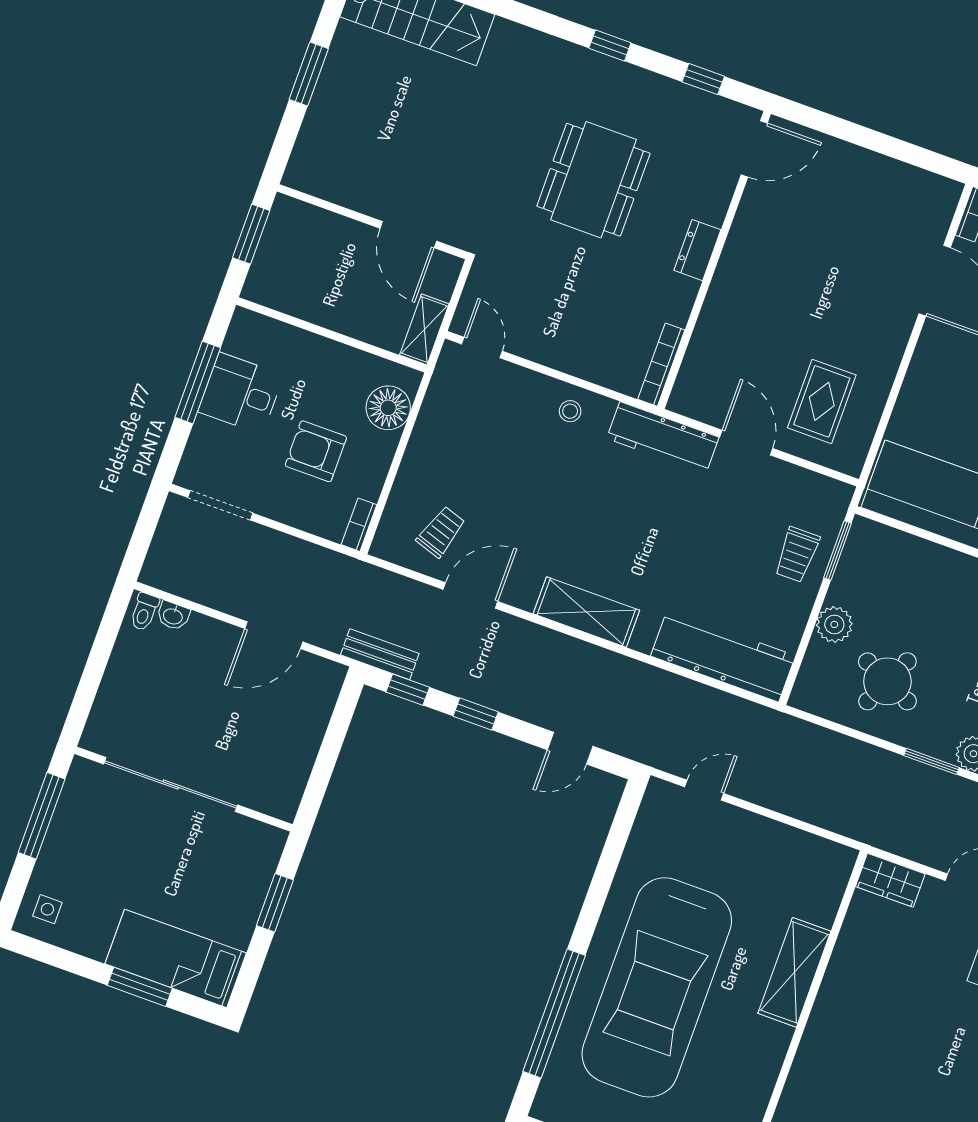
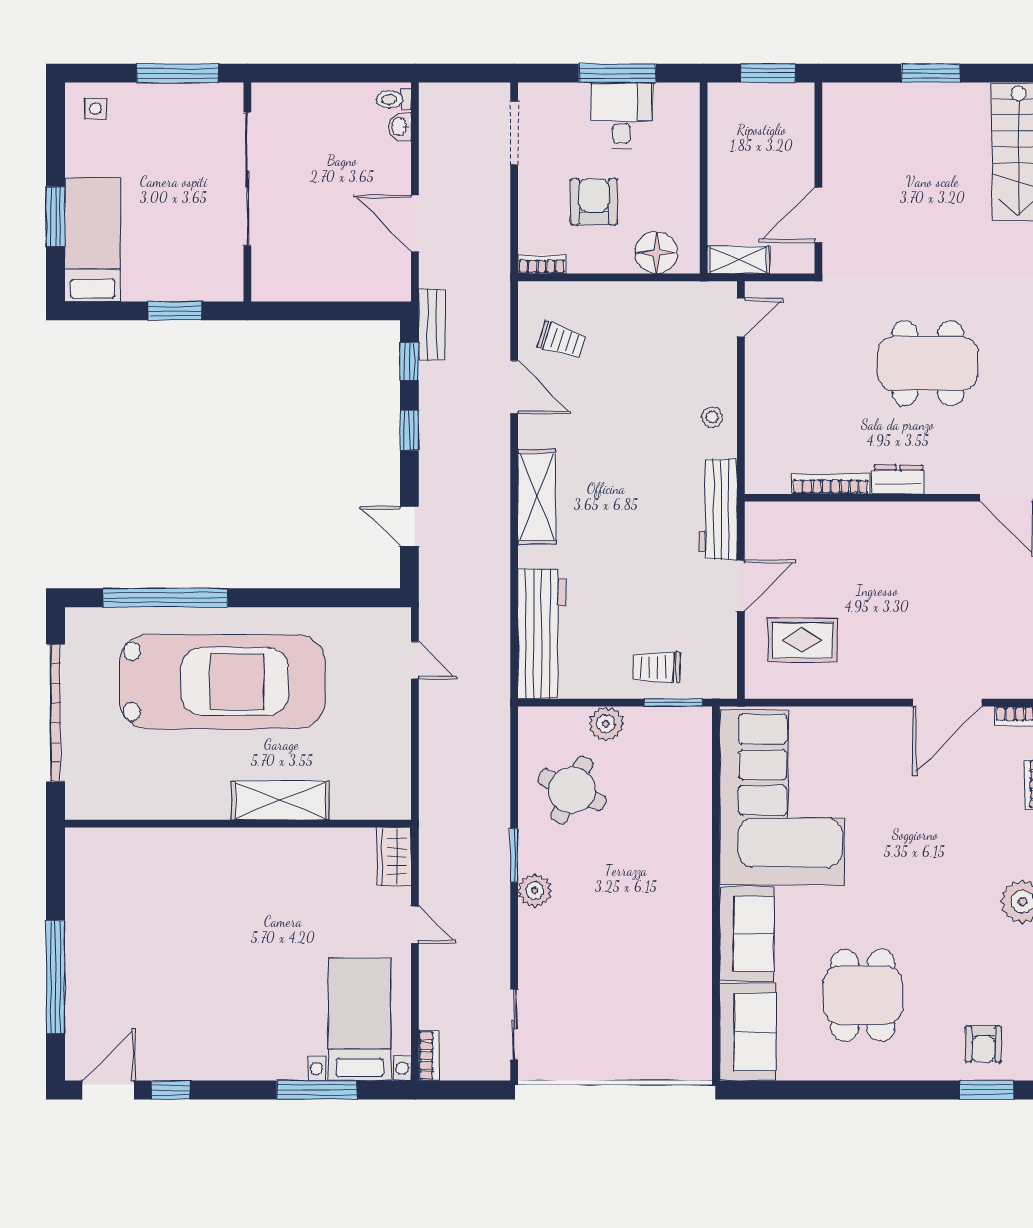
bookcase: (661, 365) -> (831, 484), moved
car: (657, 987) -> (222, 682), turned 180

